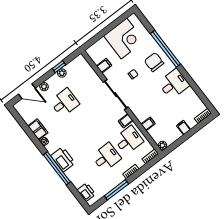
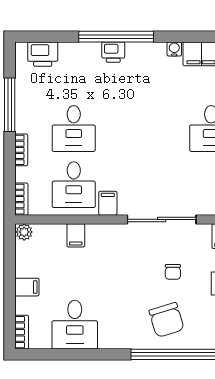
chair: (154, 62) -> (167, 320), turned 73
desk: (174, 84) -> (75, 325), moved
printer: (63, 159) -> (113, 52), width x0.53, depth x0.68

